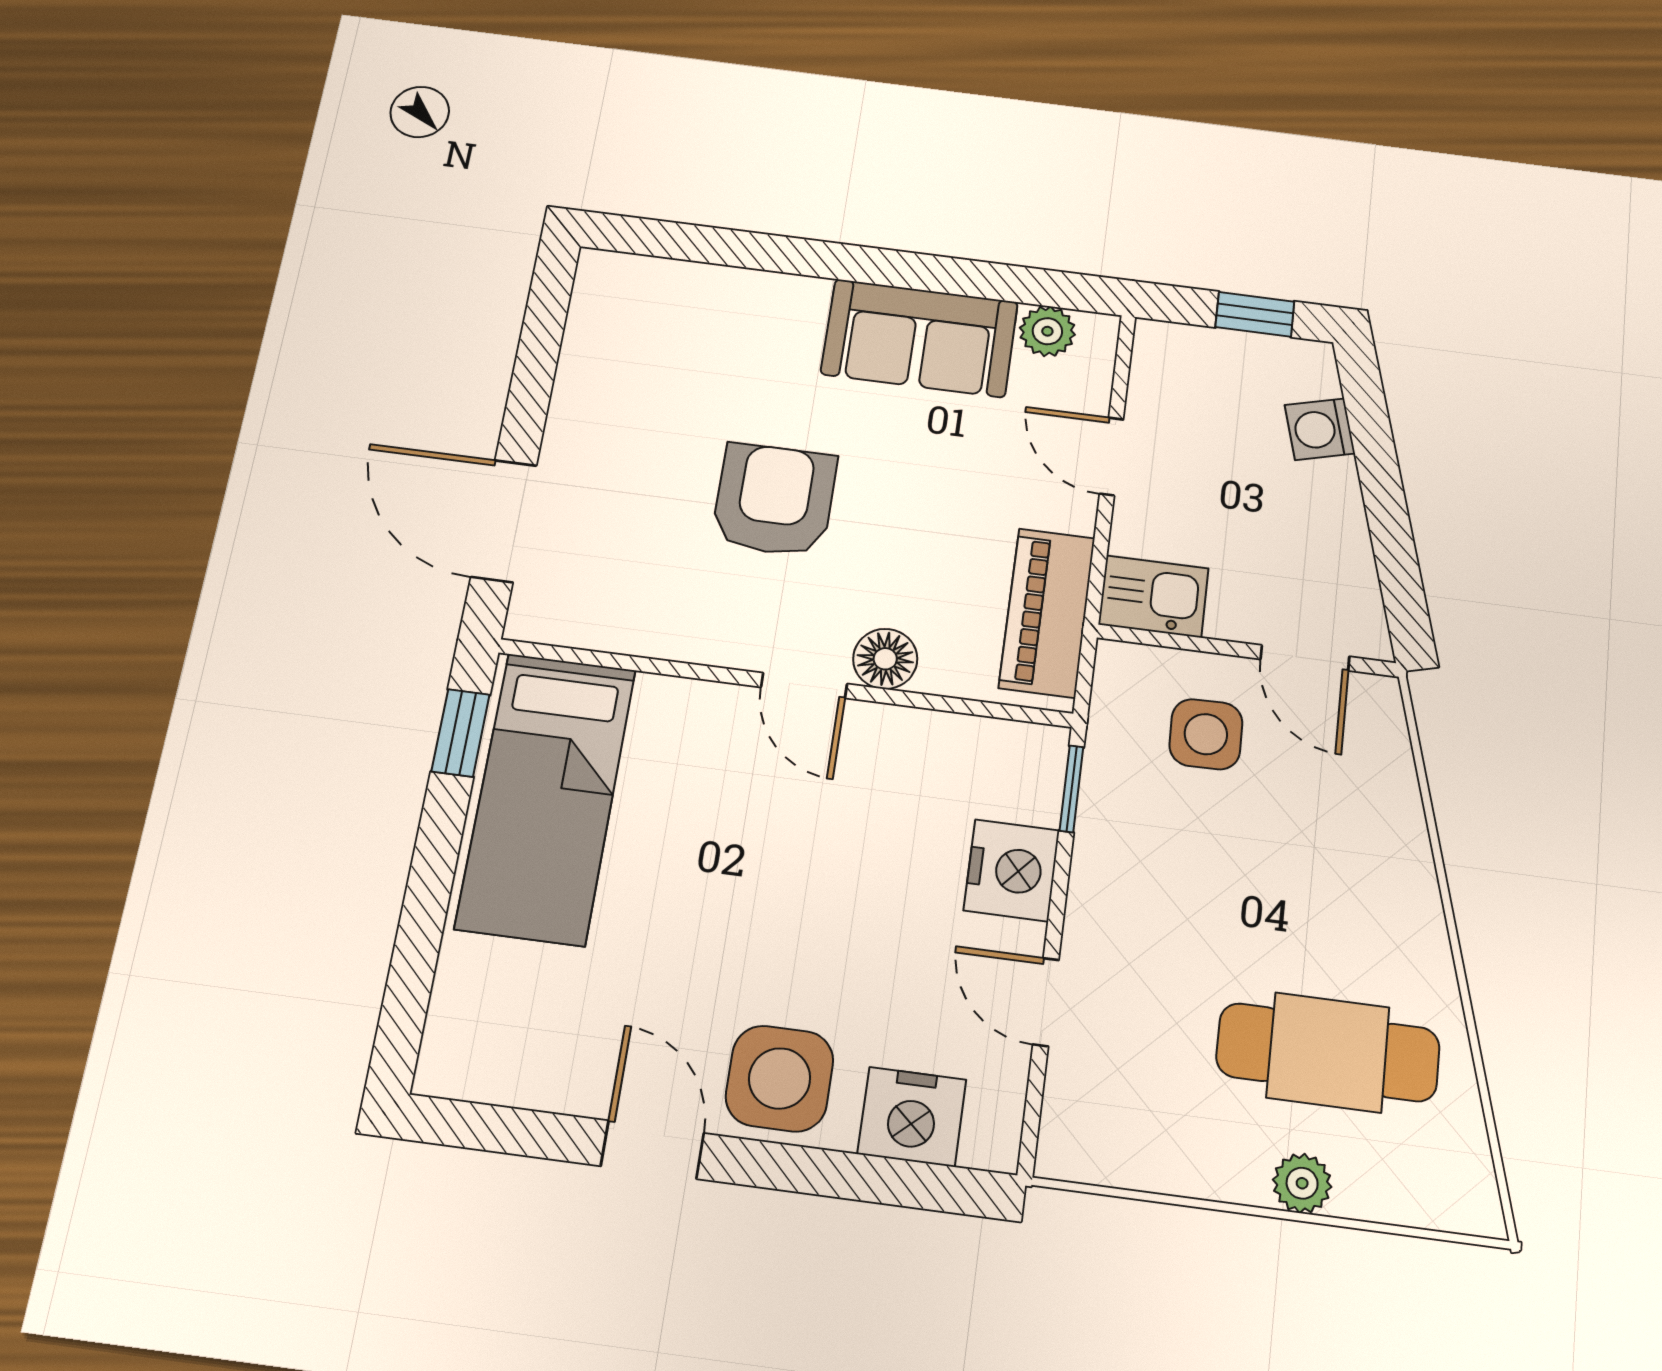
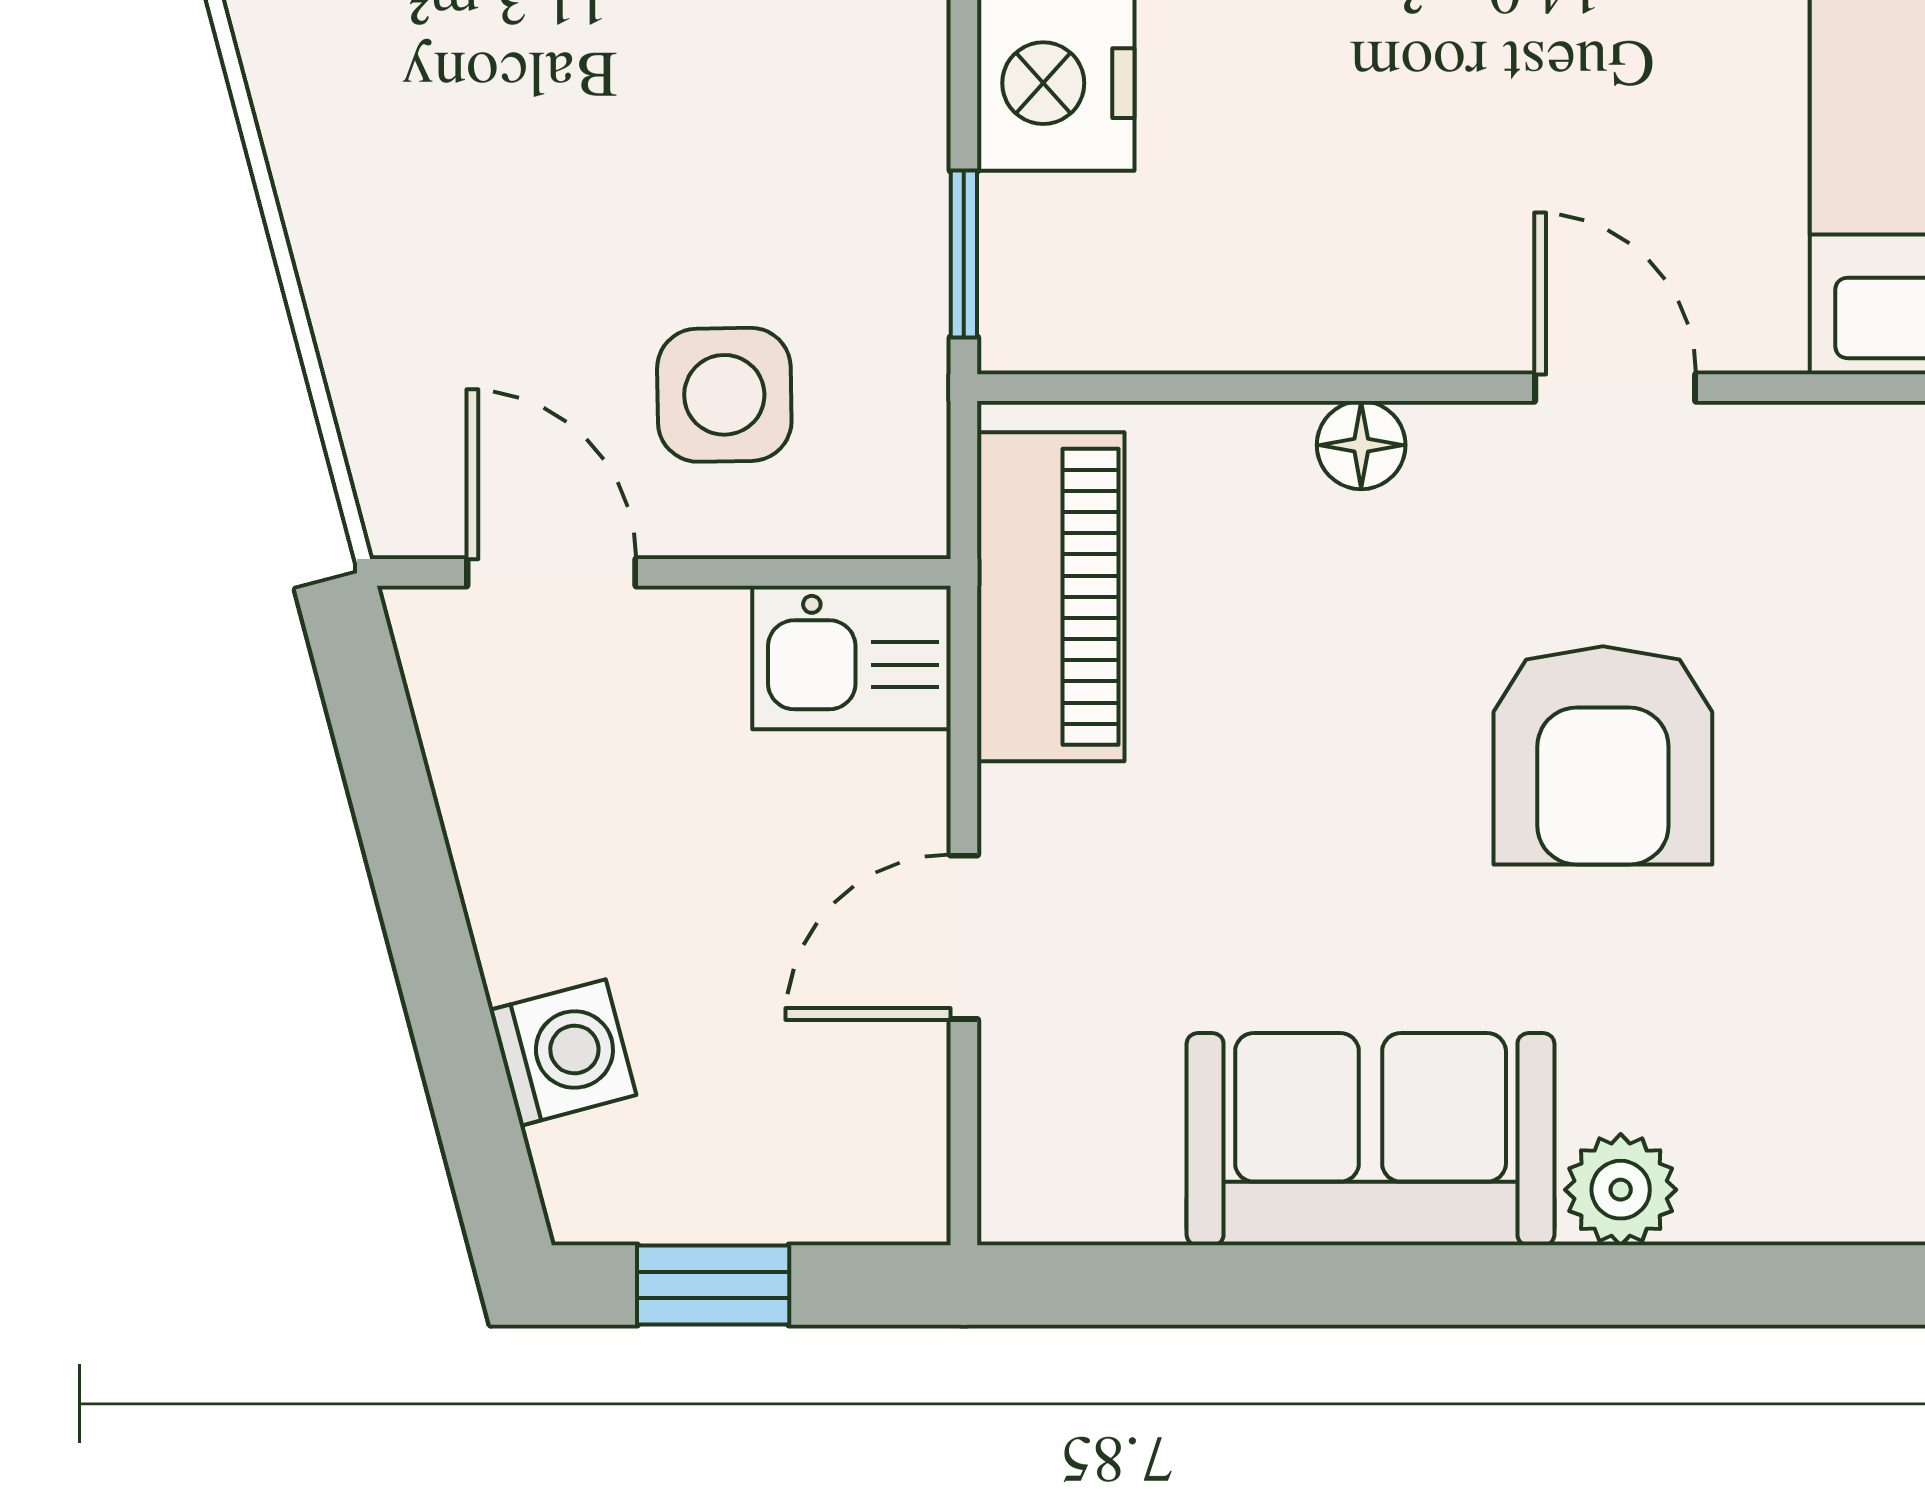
plant: (1047, 331) -> (1621, 1190), moved
door: (1111, 457) -> (964, 937), swing flipped
floor lamp: (885, 659) -> (1361, 445), width x0.73, depth x0.73
door: (804, 686) -> (1615, 388), moved

